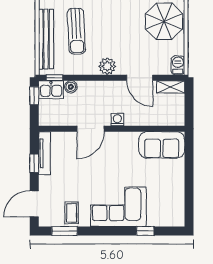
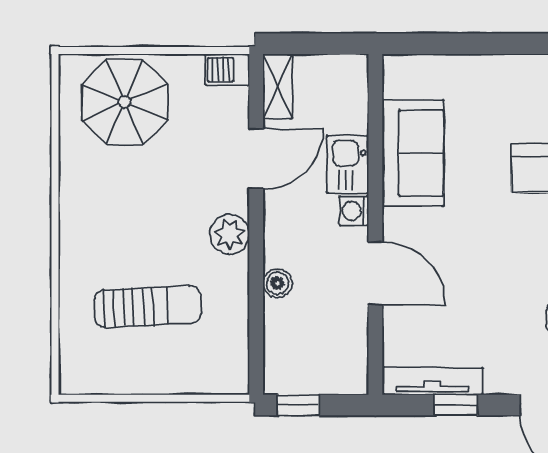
bench: (46, 39) -> (166, 377), removed
window: (54, 78) -> (256, 358), removed
boiler: (71, 87) -> (277, 283), moved
kitchen sink: (51, 90) -> (348, 165), moved, turned 180
sofa: (162, 145) -> (413, 153), moved

